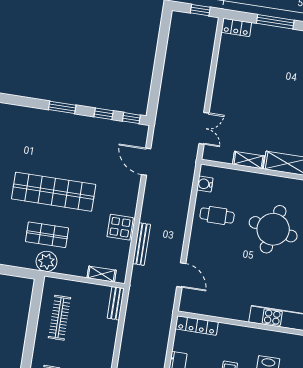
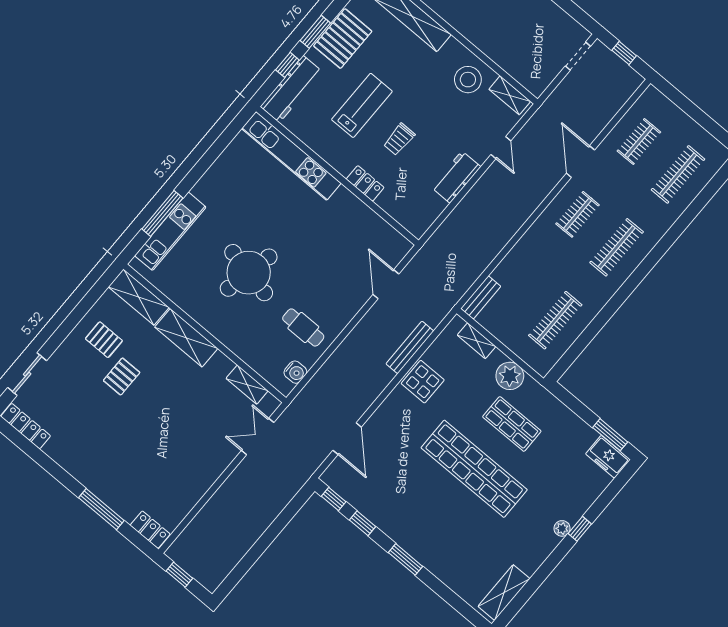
shelving: (248, 160) -> (247, 385), moved
plant: (46, 261) -> (510, 376), moved
locker: (197, 325) -> (365, 183), moved, width x0.66

